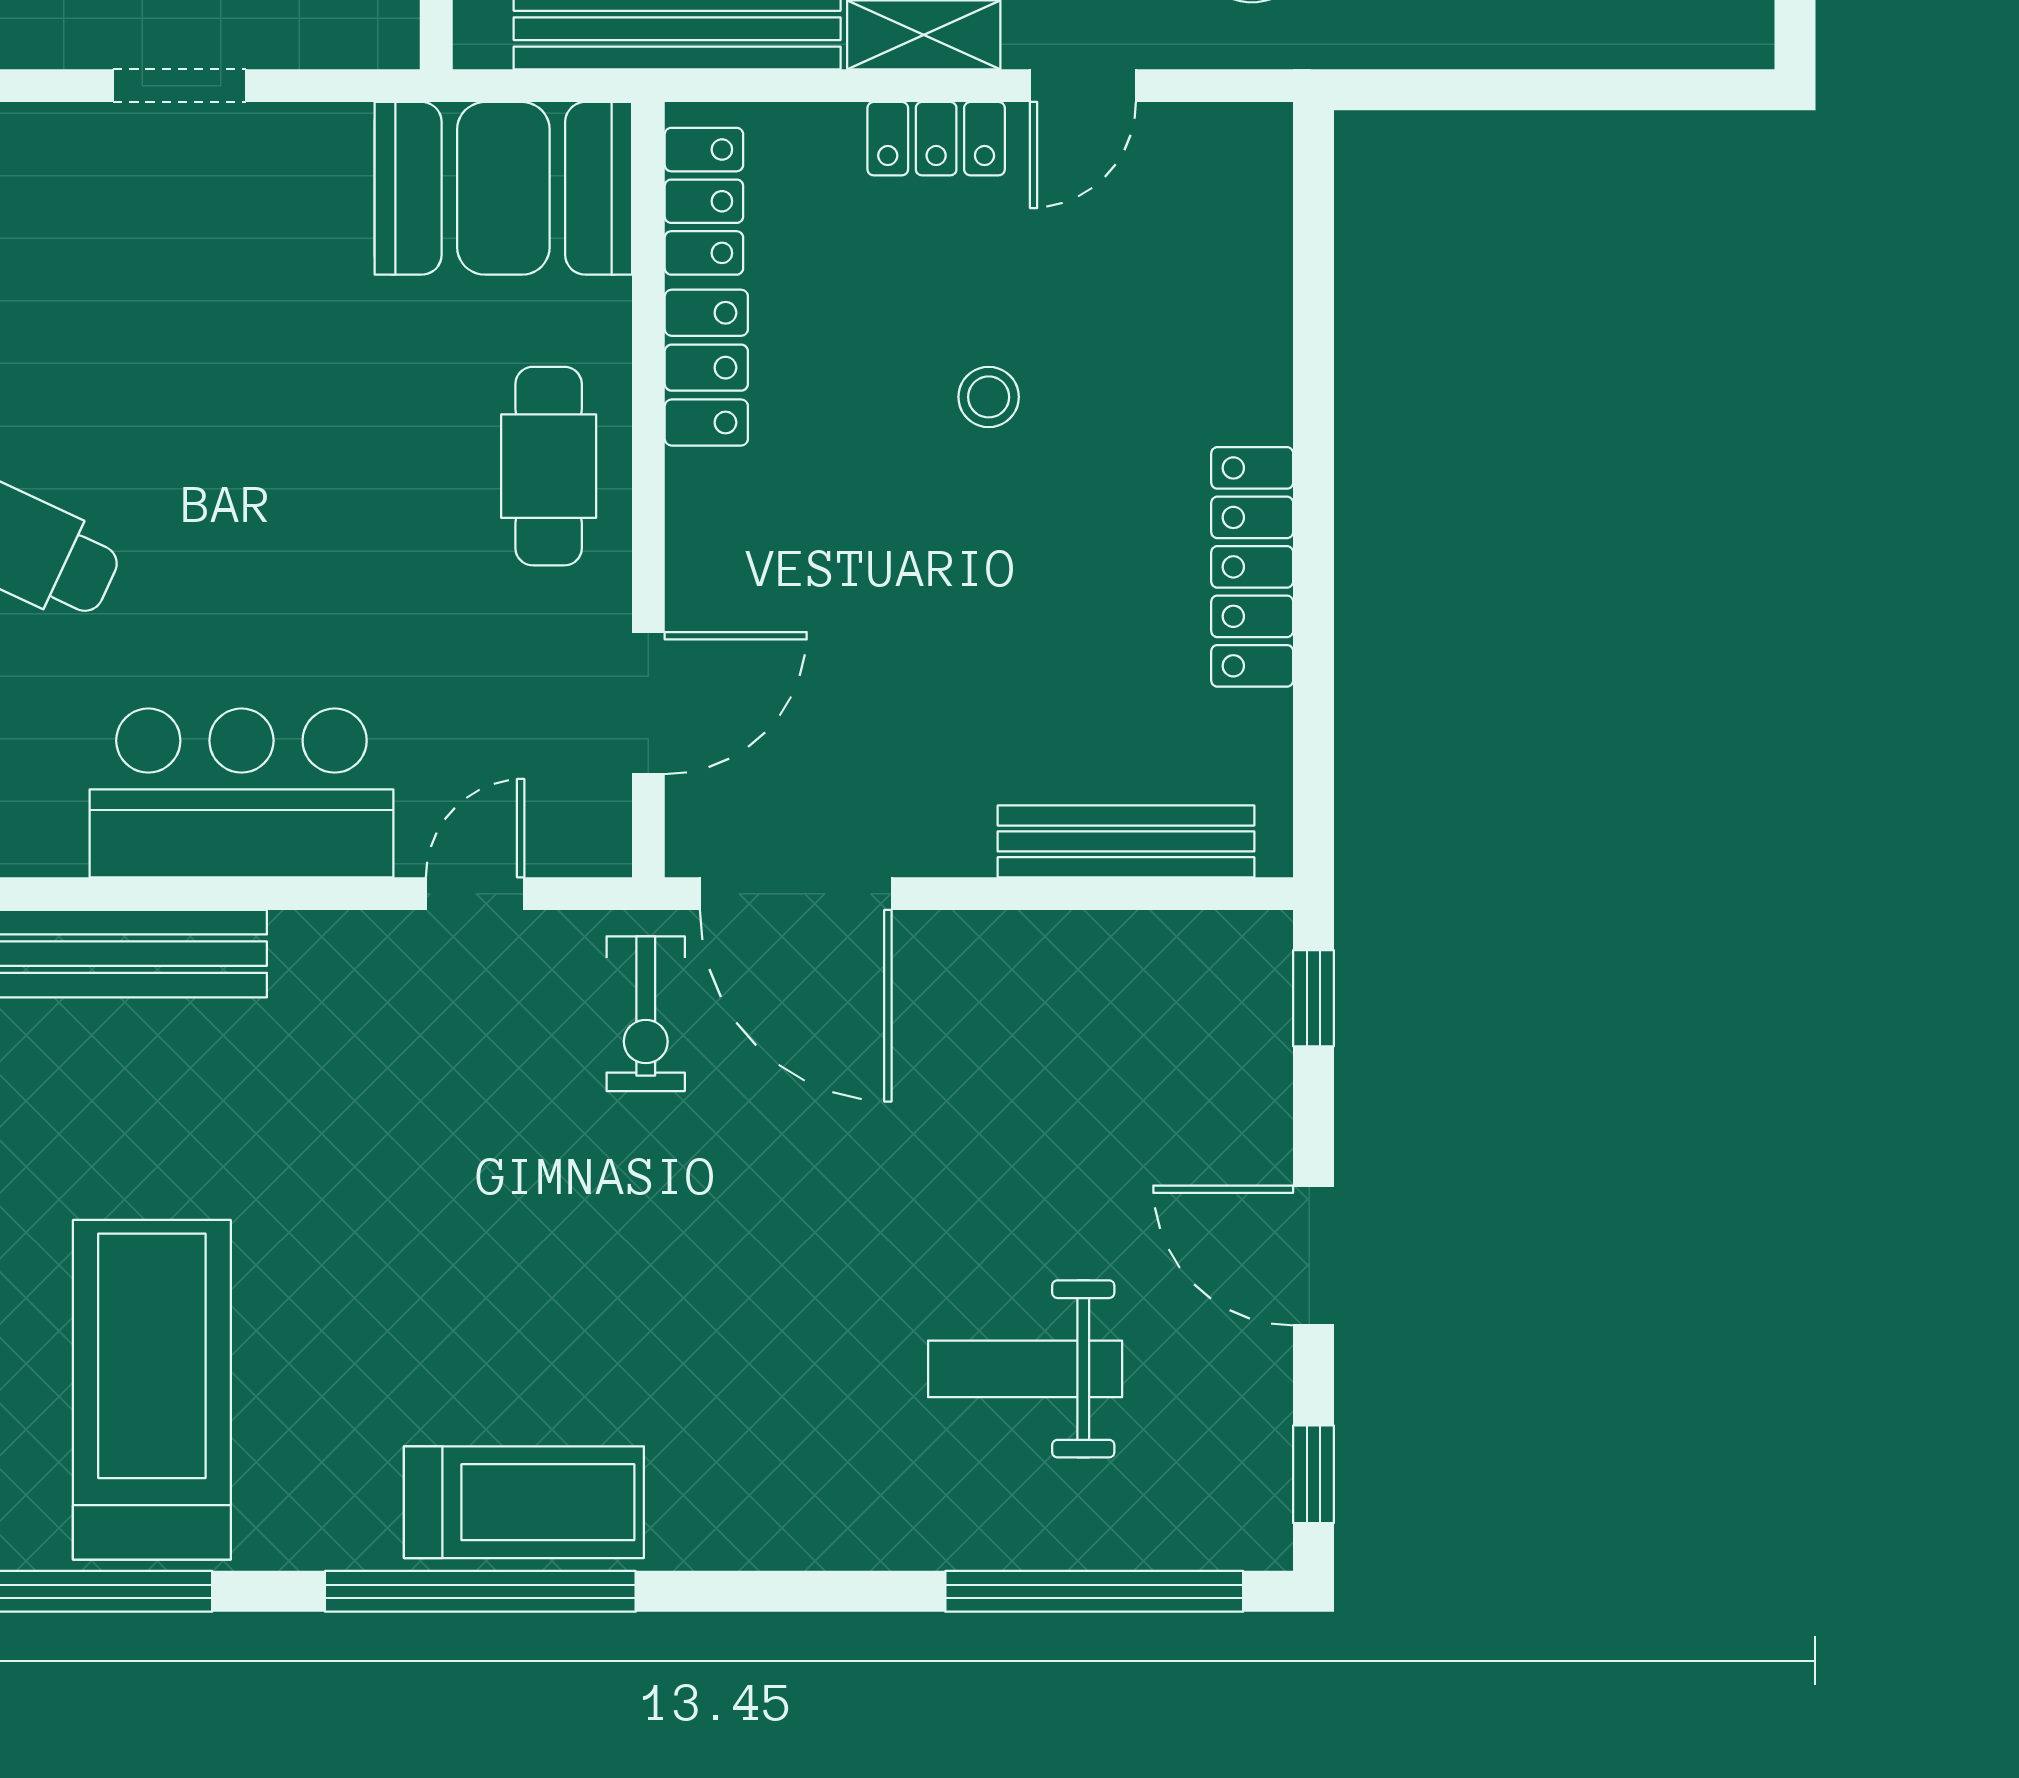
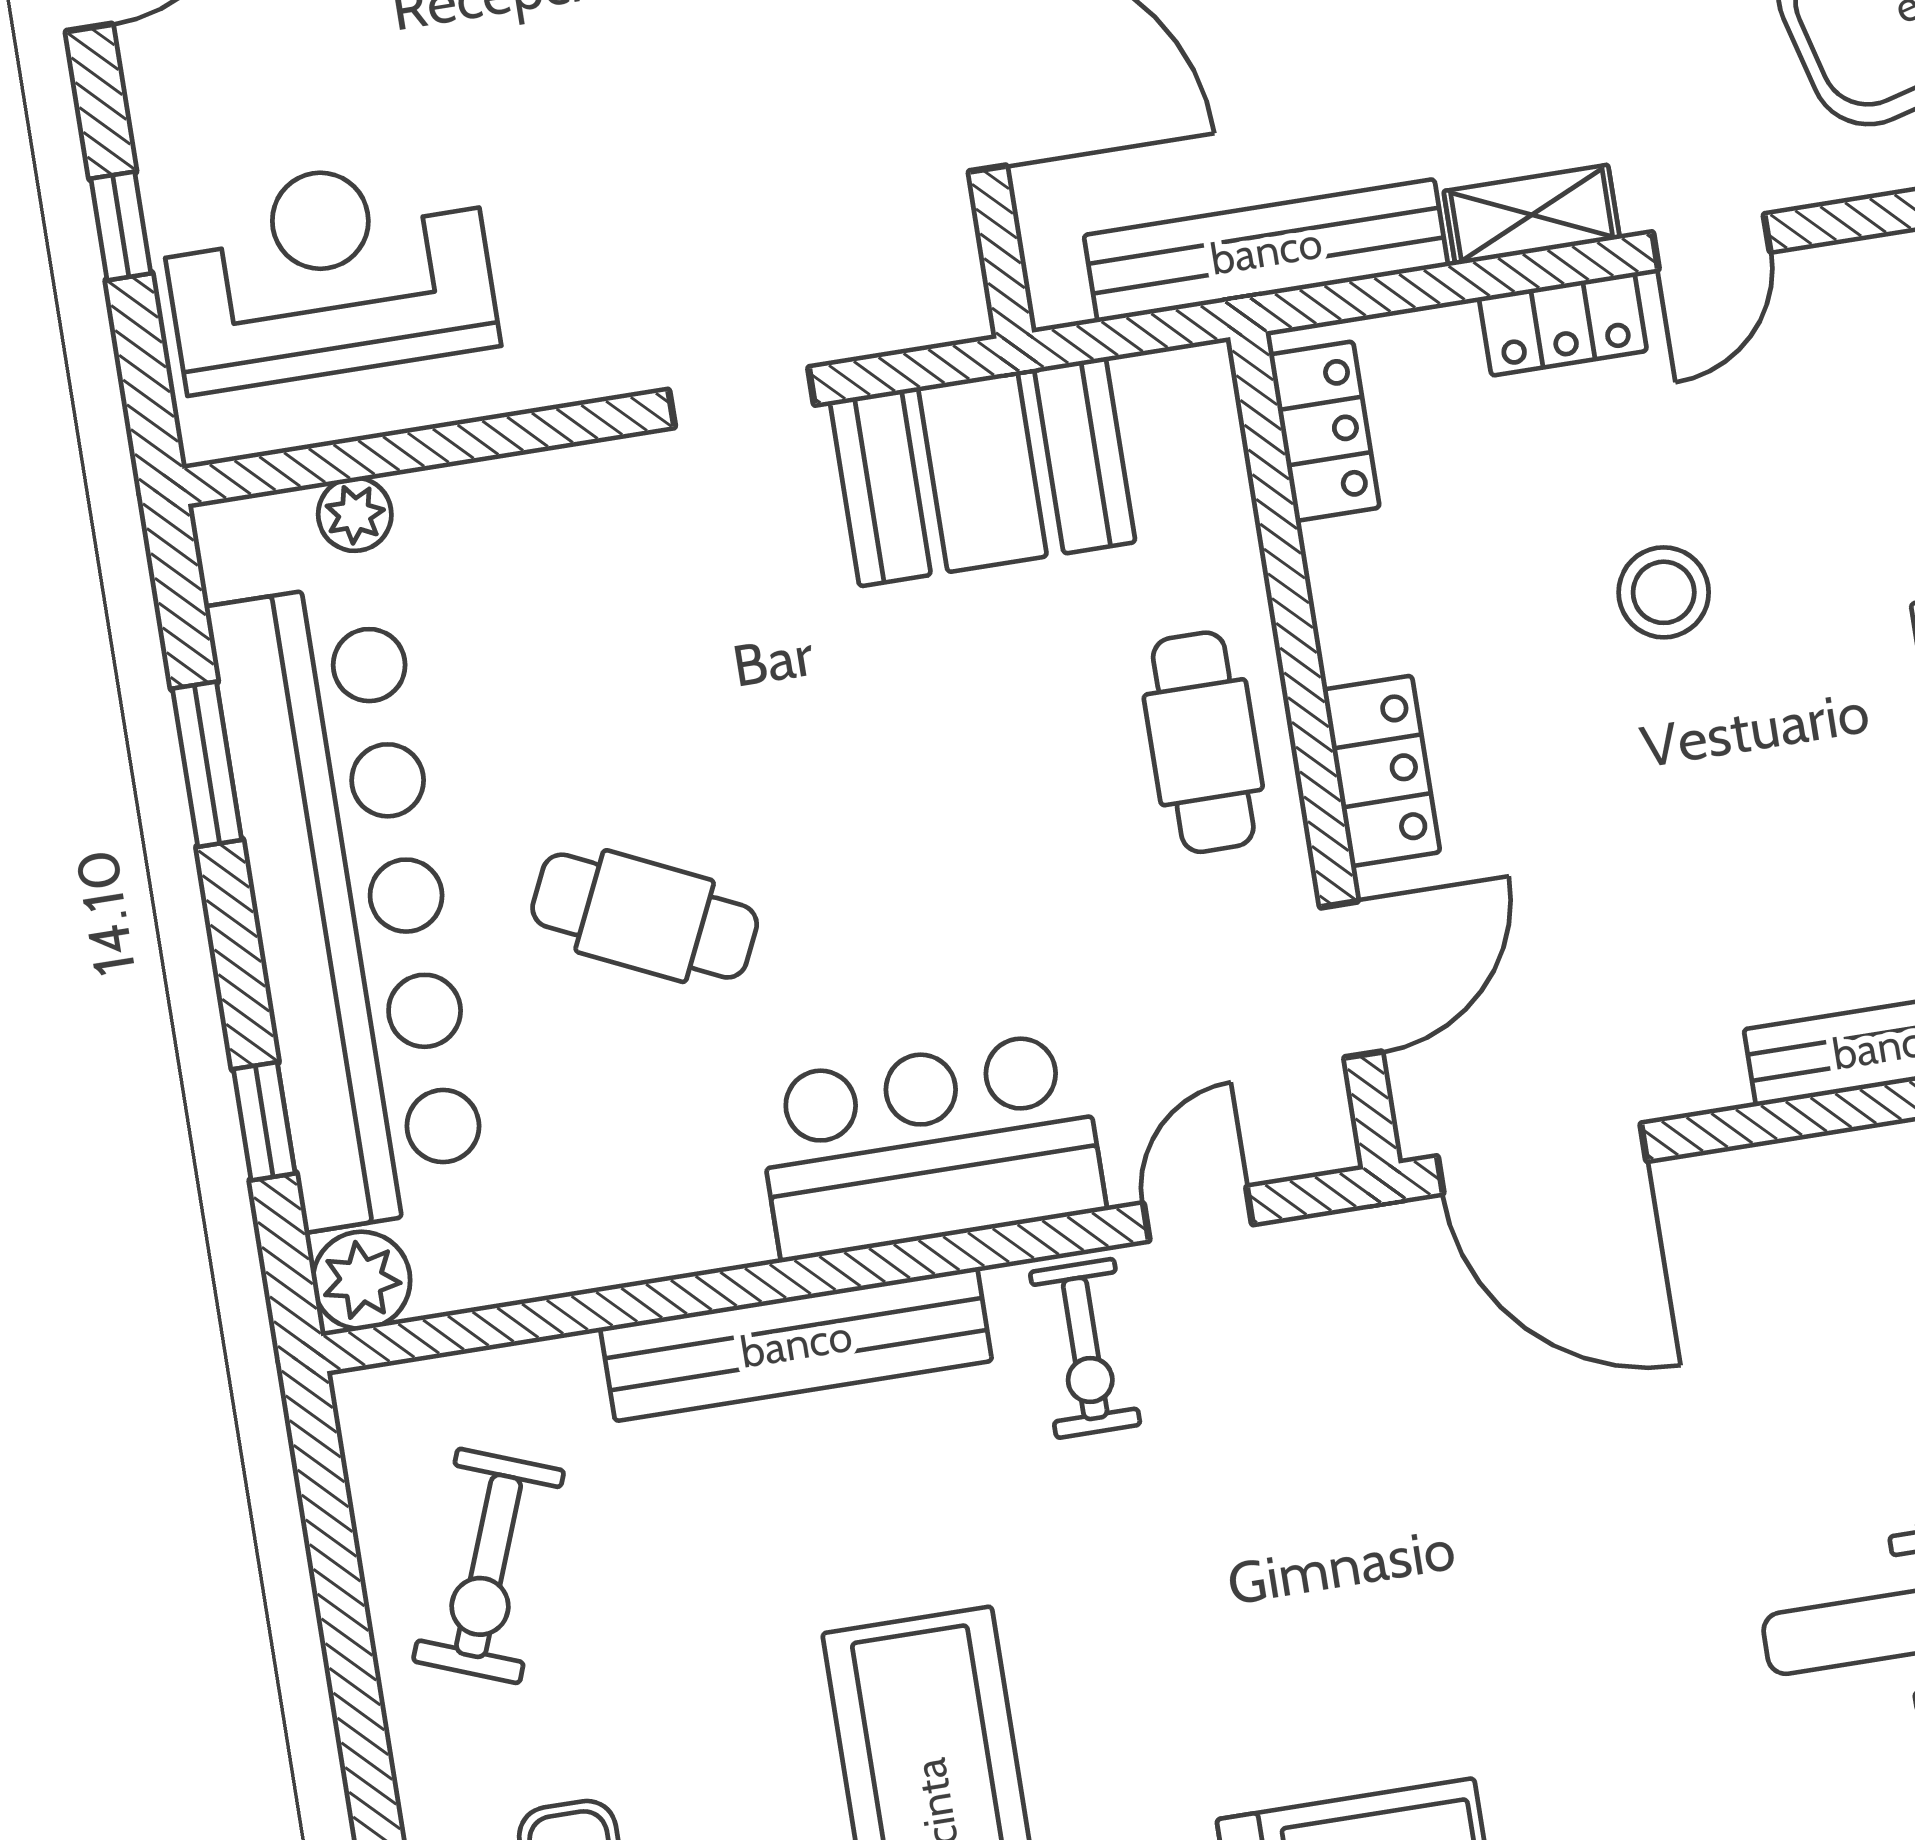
booth: (503, 188) -> (983, 472), moved
locker: (706, 368) -> (1381, 771), moved
stool: (989, 397) -> (1664, 592), width x1.37, depth x1.37
exercise bike: (646, 1014) -> (1085, 1348), moved

